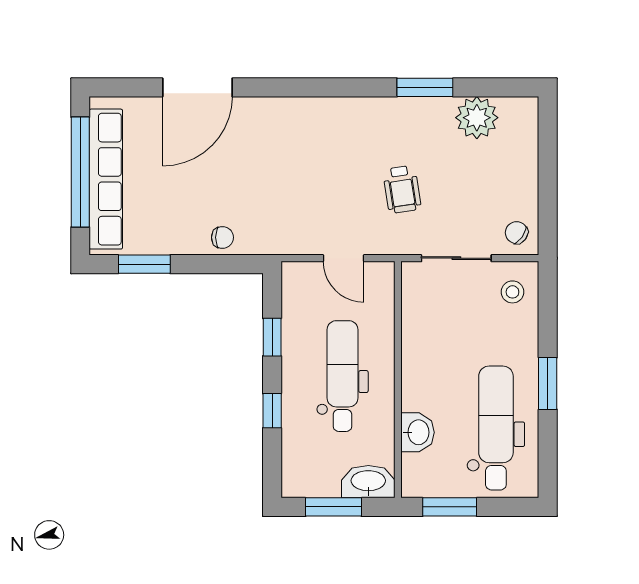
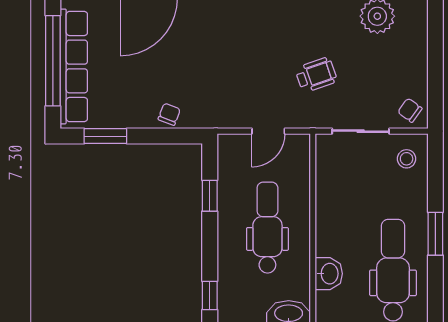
wheelchair: (402, 189) -> (316, 75), turned -100
chair: (222, 237) -> (169, 114), turned -69
door: (343, 258) -> (268, 131), hinge flipped
window: (272, 411) -> (210, 295), moved

